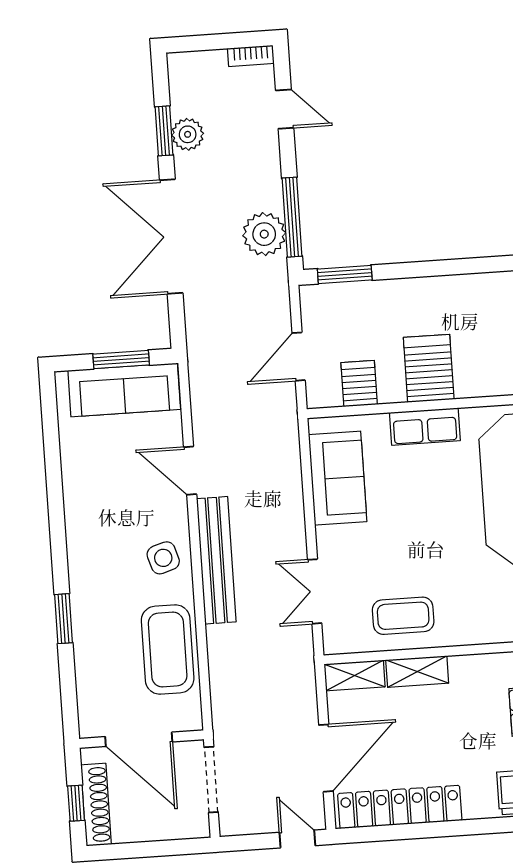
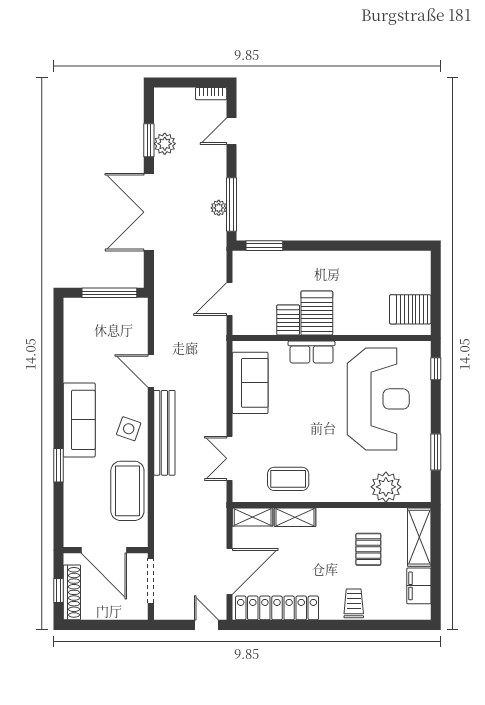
door: (285, 109) -> (231, 131), swing flipped
plant: (264, 234) -> (219, 208), width x0.53, depth x0.53
window: (121, 359) -> (109, 293), width x1.44
server rack: (359, 384) -> (288, 320), moved
sofa: (124, 390) -> (79, 420), moved, turned -90
side table: (163, 558) -> (129, 429), turned 36

